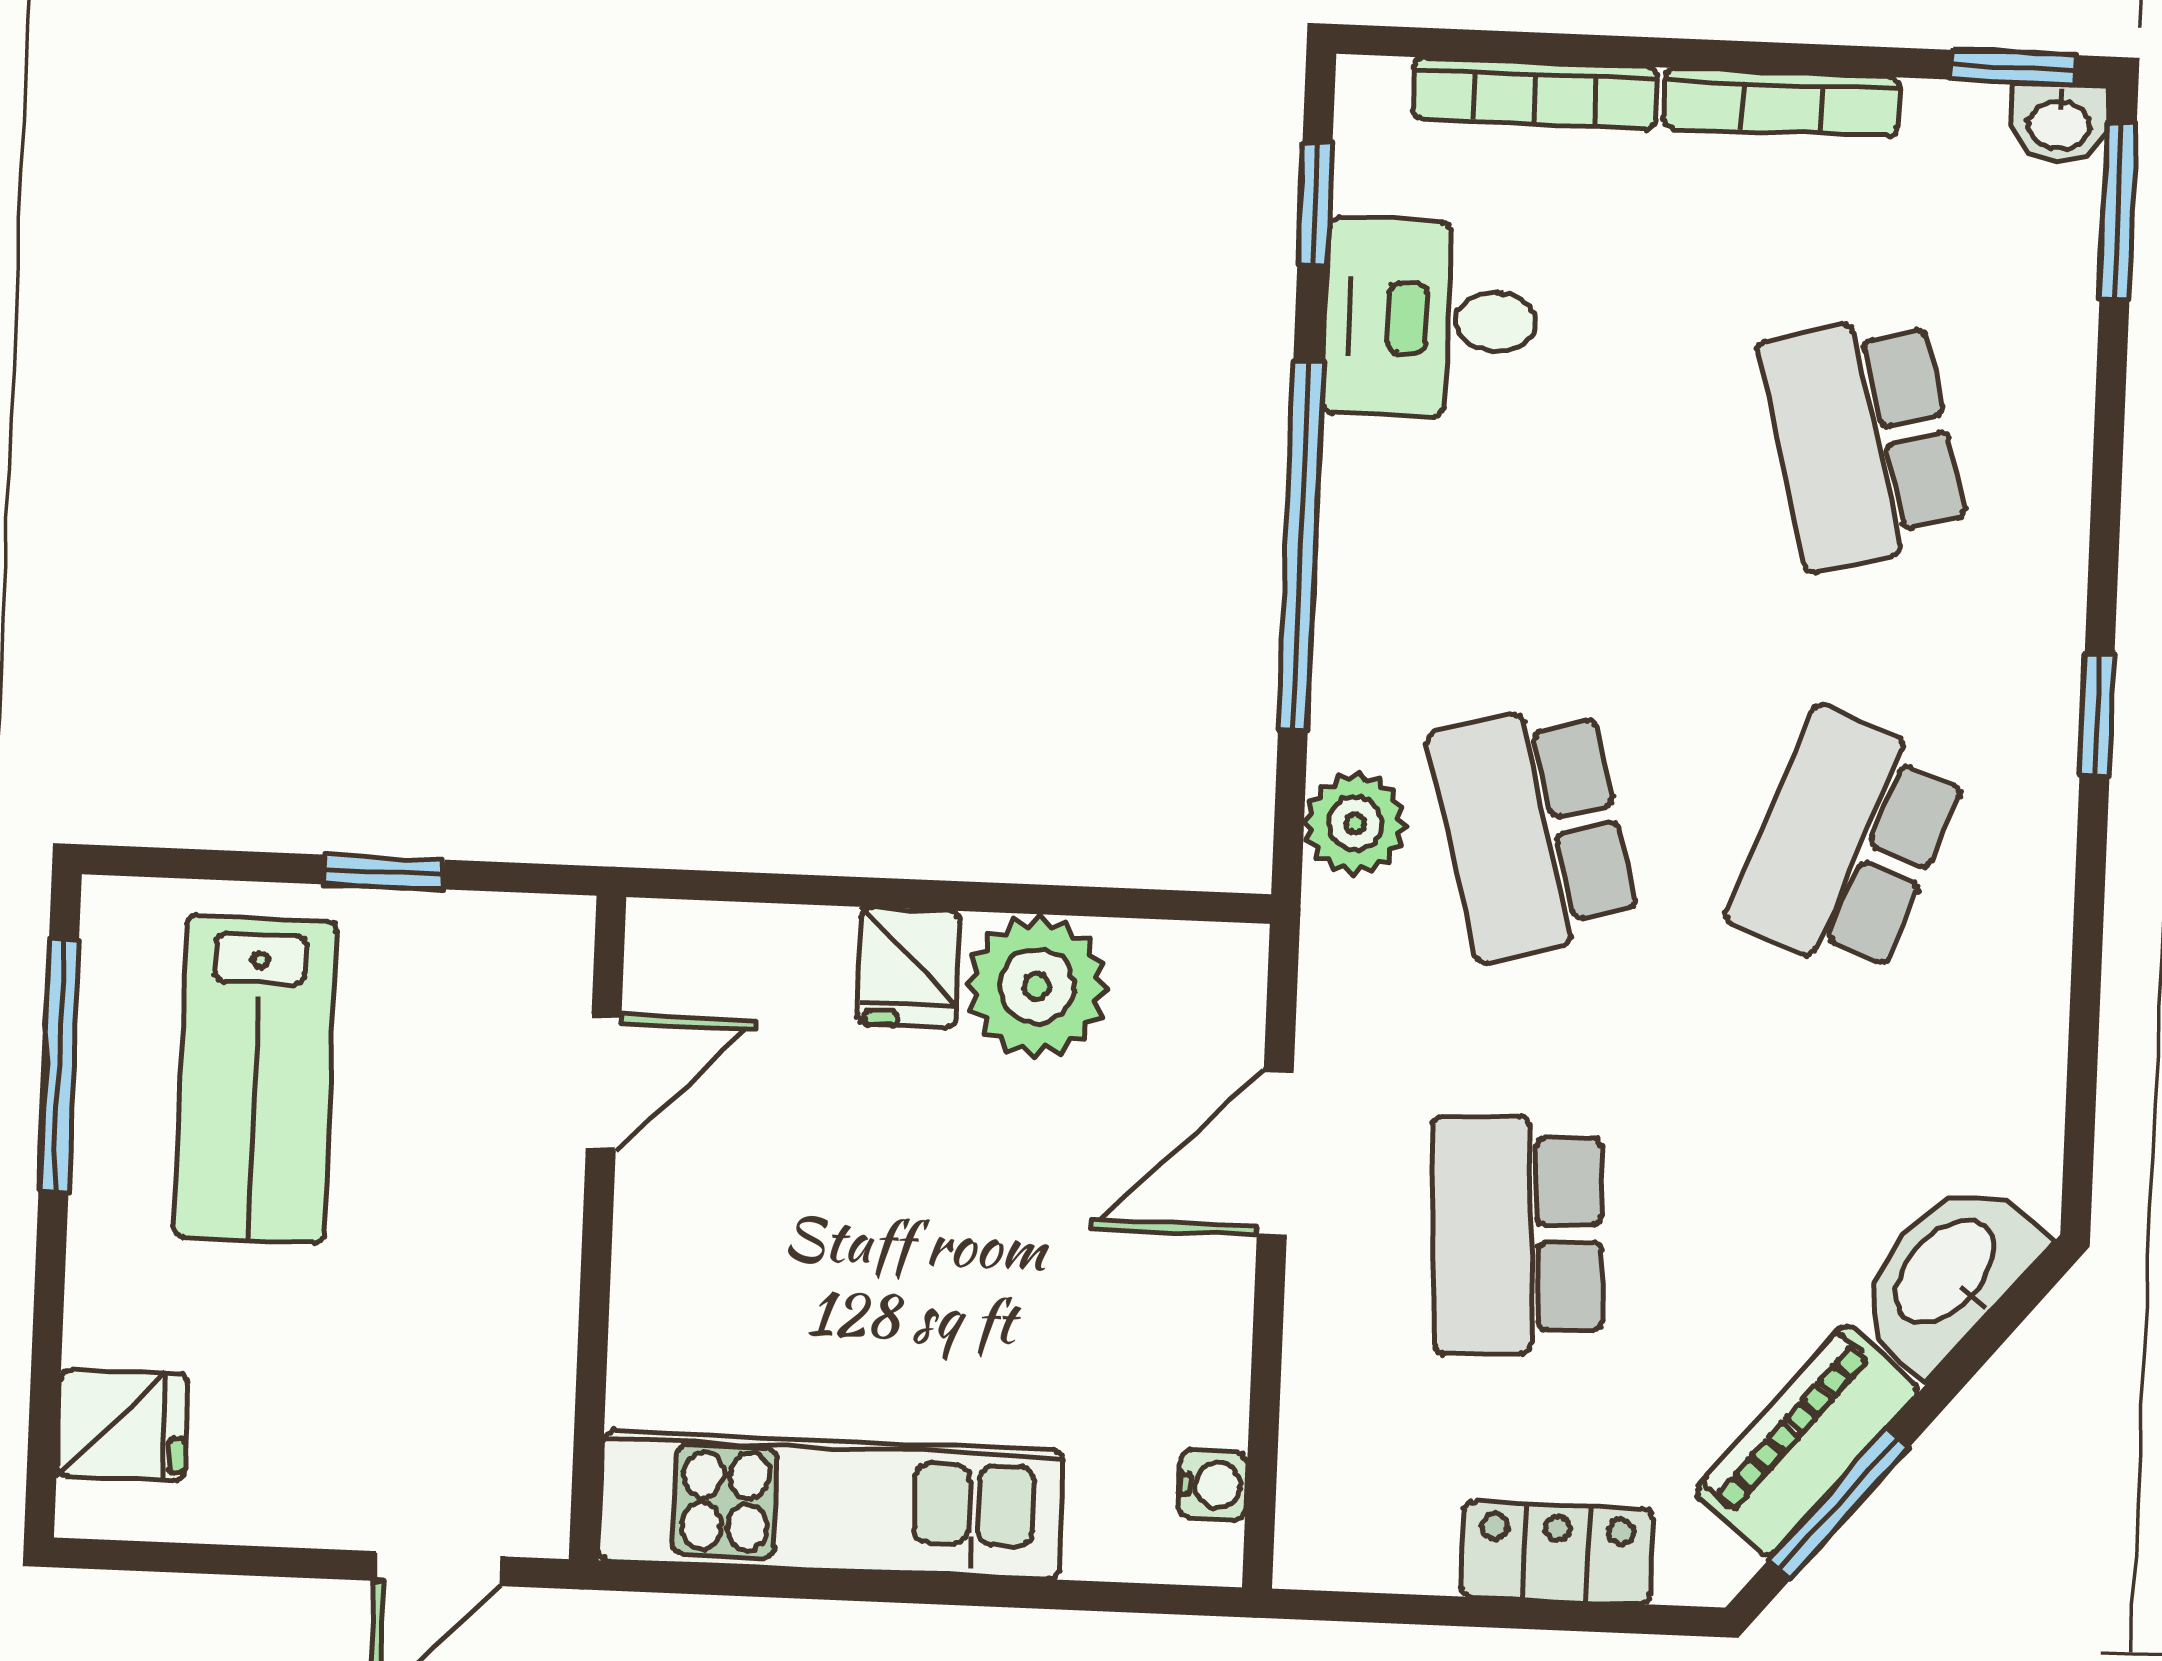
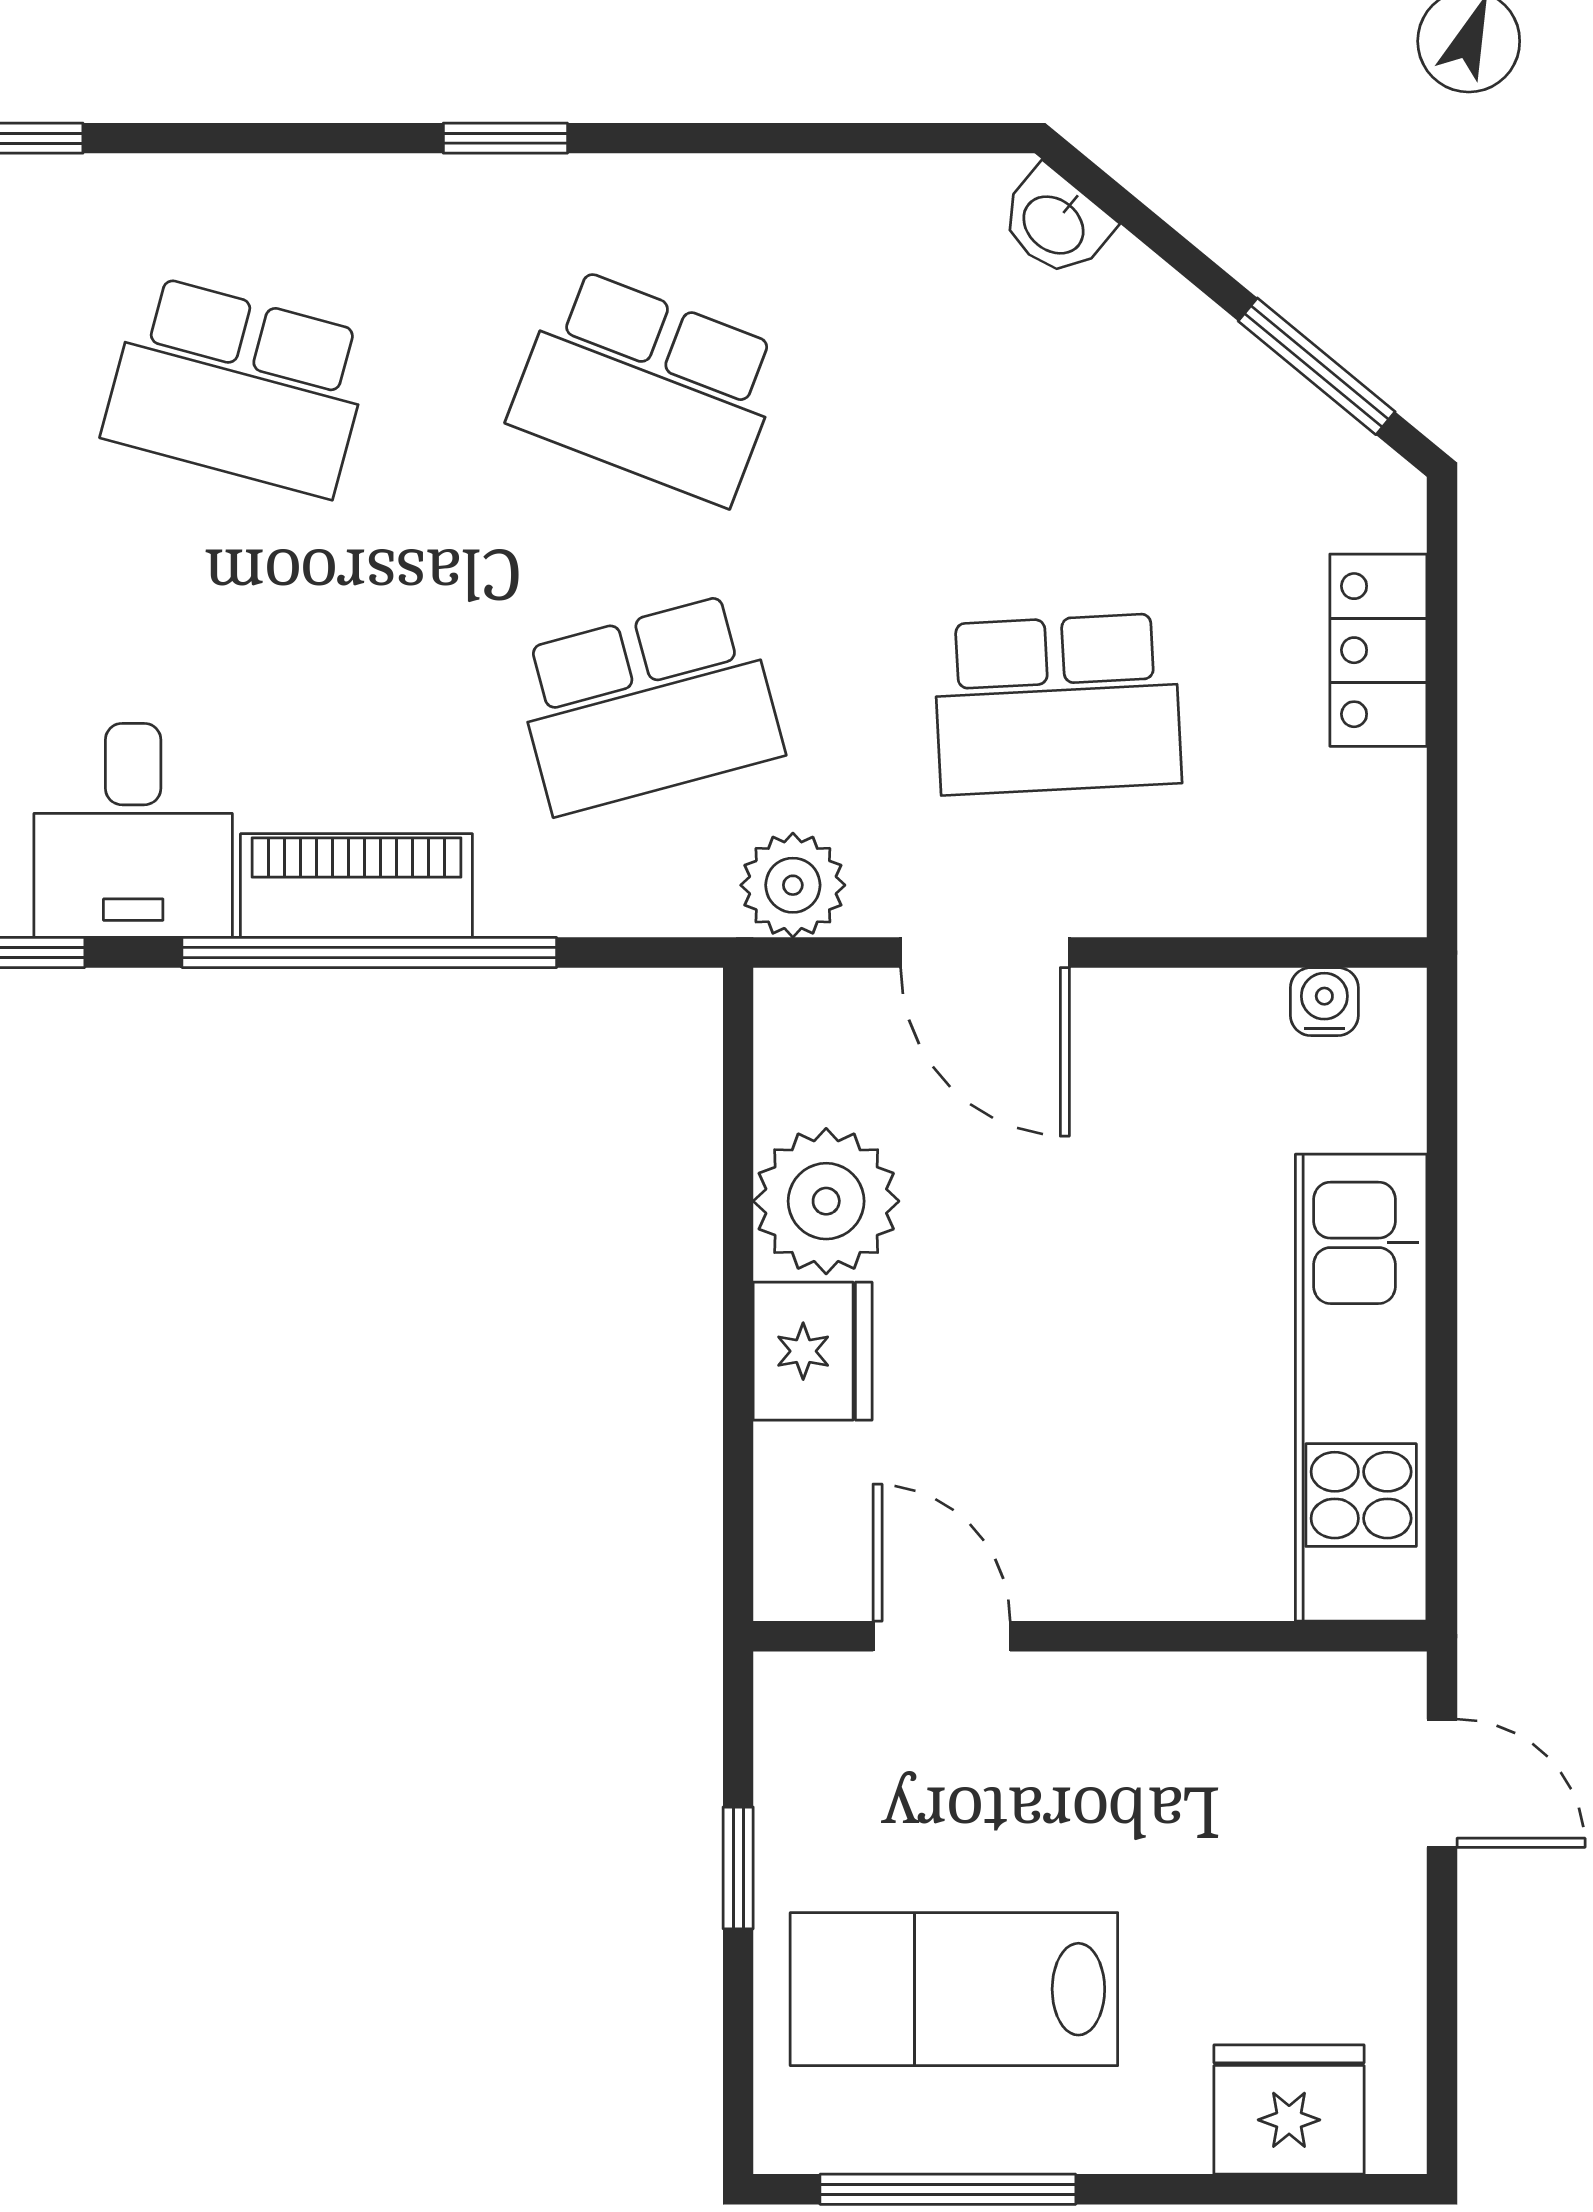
school desk: (1863, 441) -> (238, 387), turned 30
plant: (1355, 824) -> (793, 885), moved
fridge: (909, 967) -> (813, 1351), width x1.38
lab bench: (256, 1079) -> (954, 1989), turned 180
washbasin: (1947, 1274) -> (1055, 223), width x0.52, depth x0.69
fridge: (122, 1425) -> (1289, 2109), width x1.38
piano: (1807, 1441) -> (356, 886), moved, turned 140

